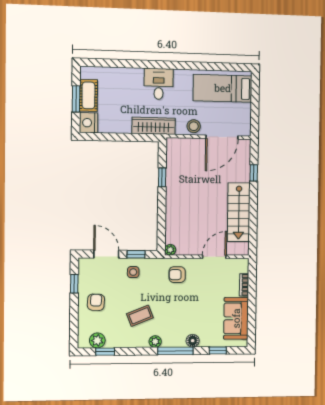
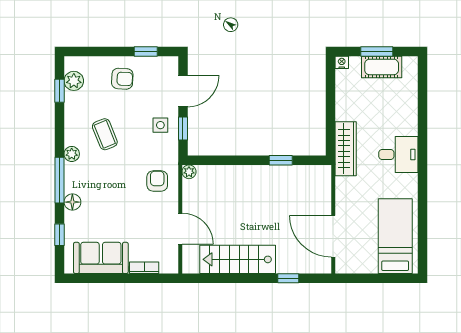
nightstand: (89, 123) -> (342, 62), width x0.53, depth x0.56
stool: (194, 126) -> (346, 200), removed

